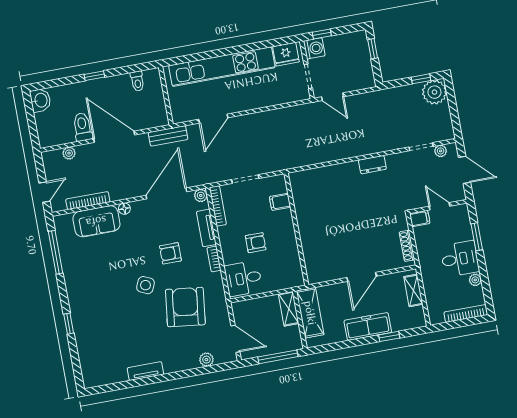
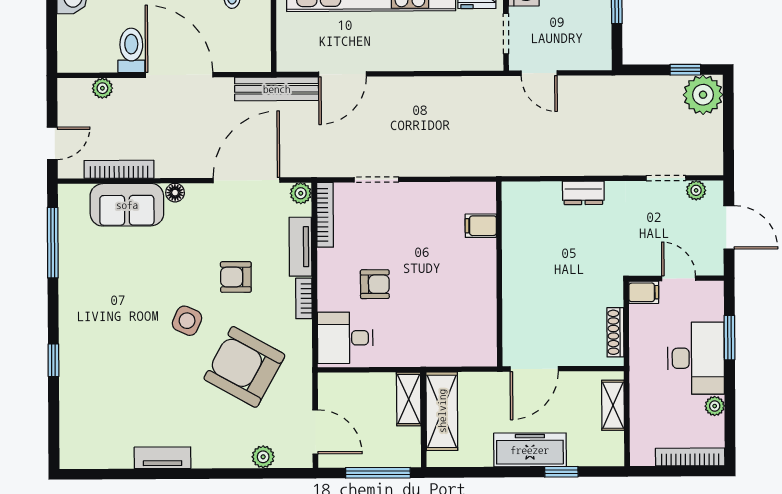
bench: (168, 136) -> (277, 89), width x1.36
filing cabinet: (280, 202) -> (481, 226), moved
wall: (296, 229) -> (499, 274), moved
desk: (460, 259) -> (696, 358), width x1.37
armchair: (185, 307) -> (244, 367), turned -68

